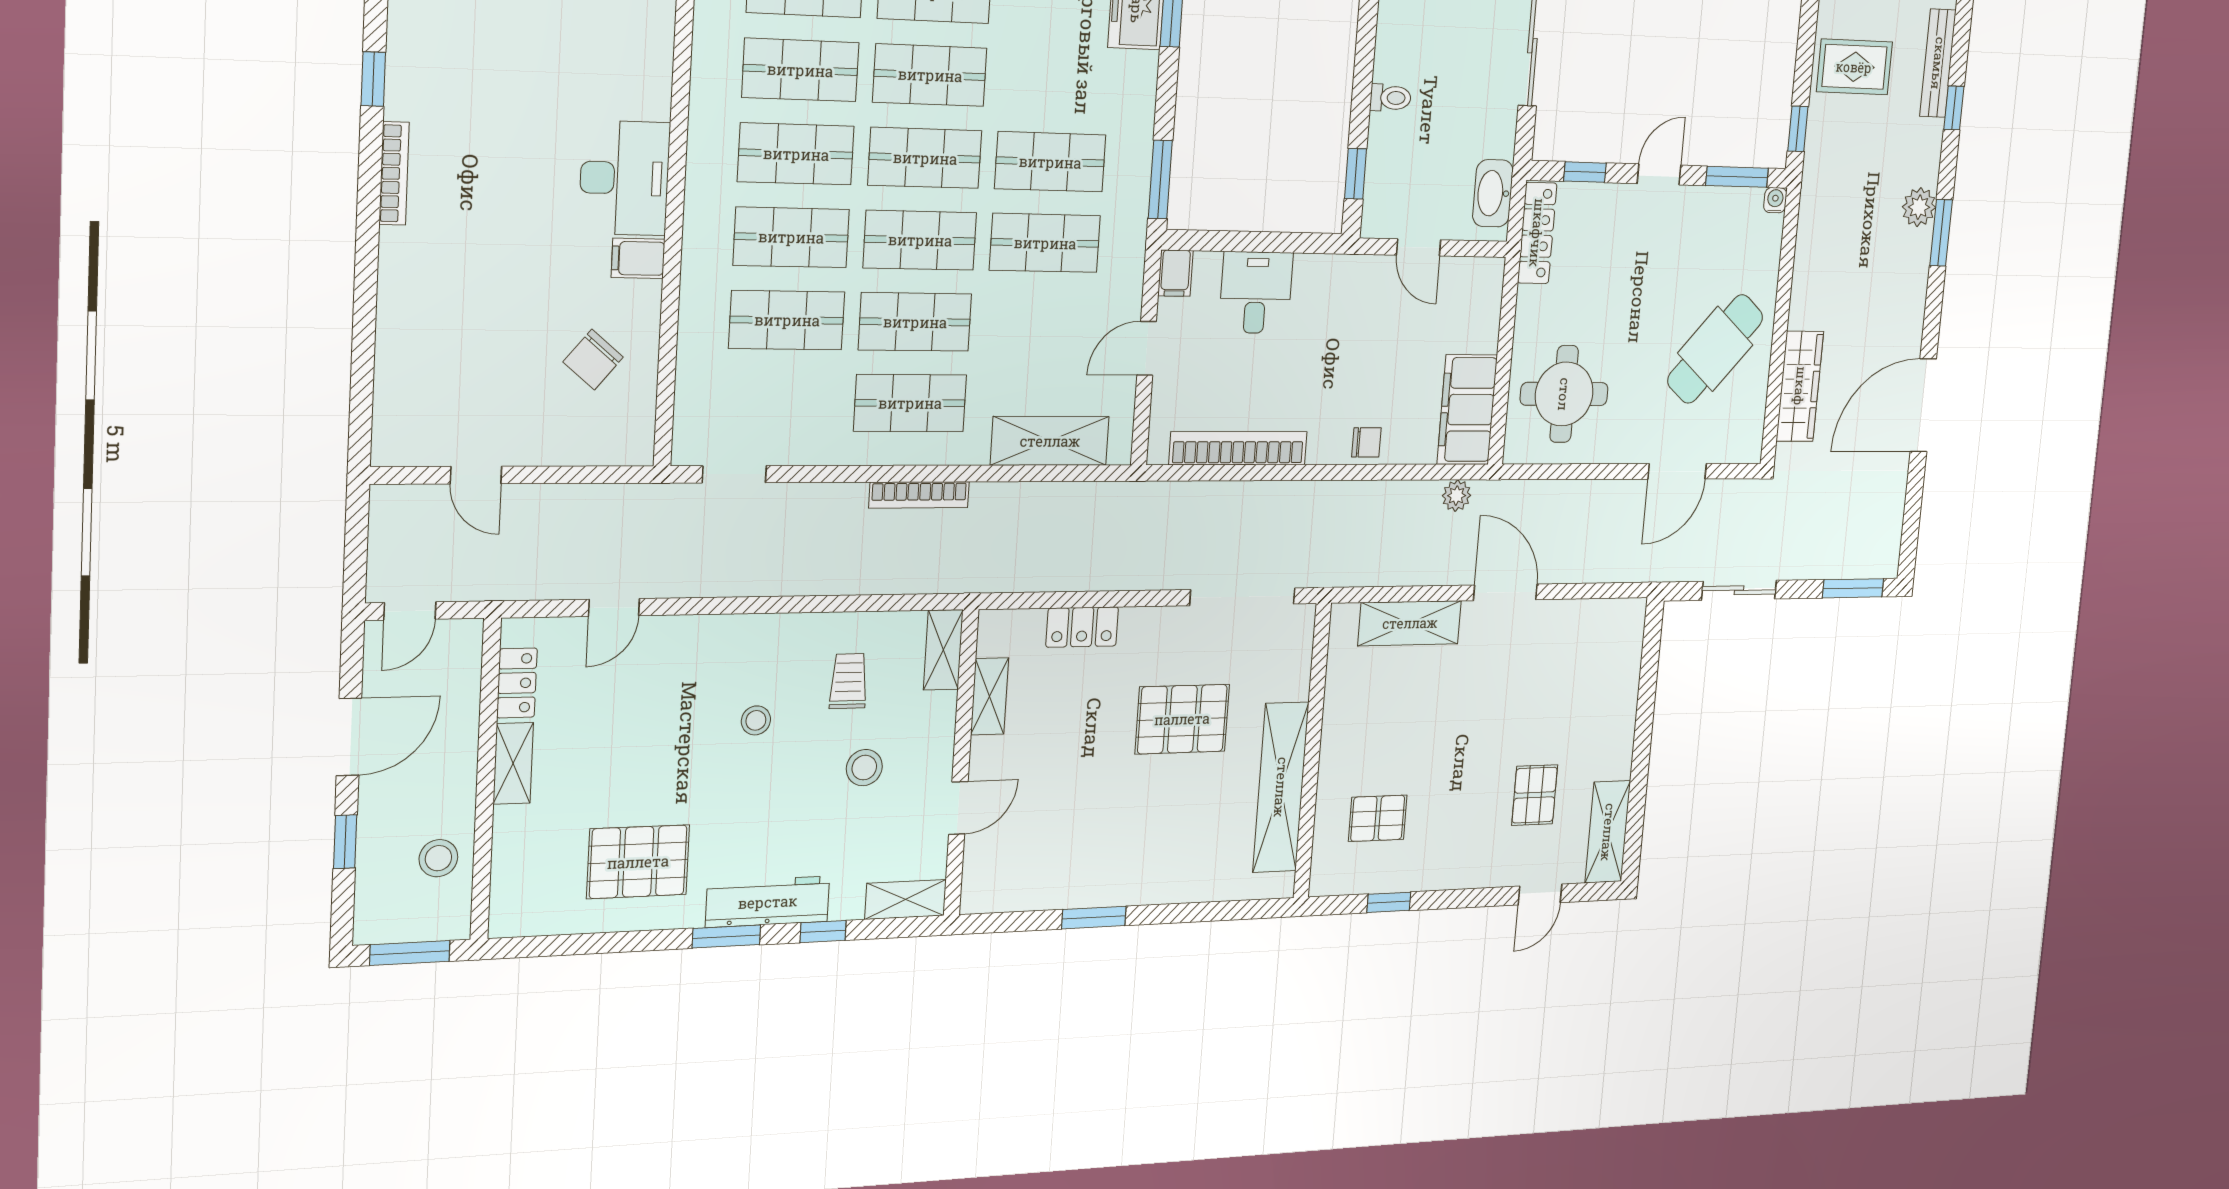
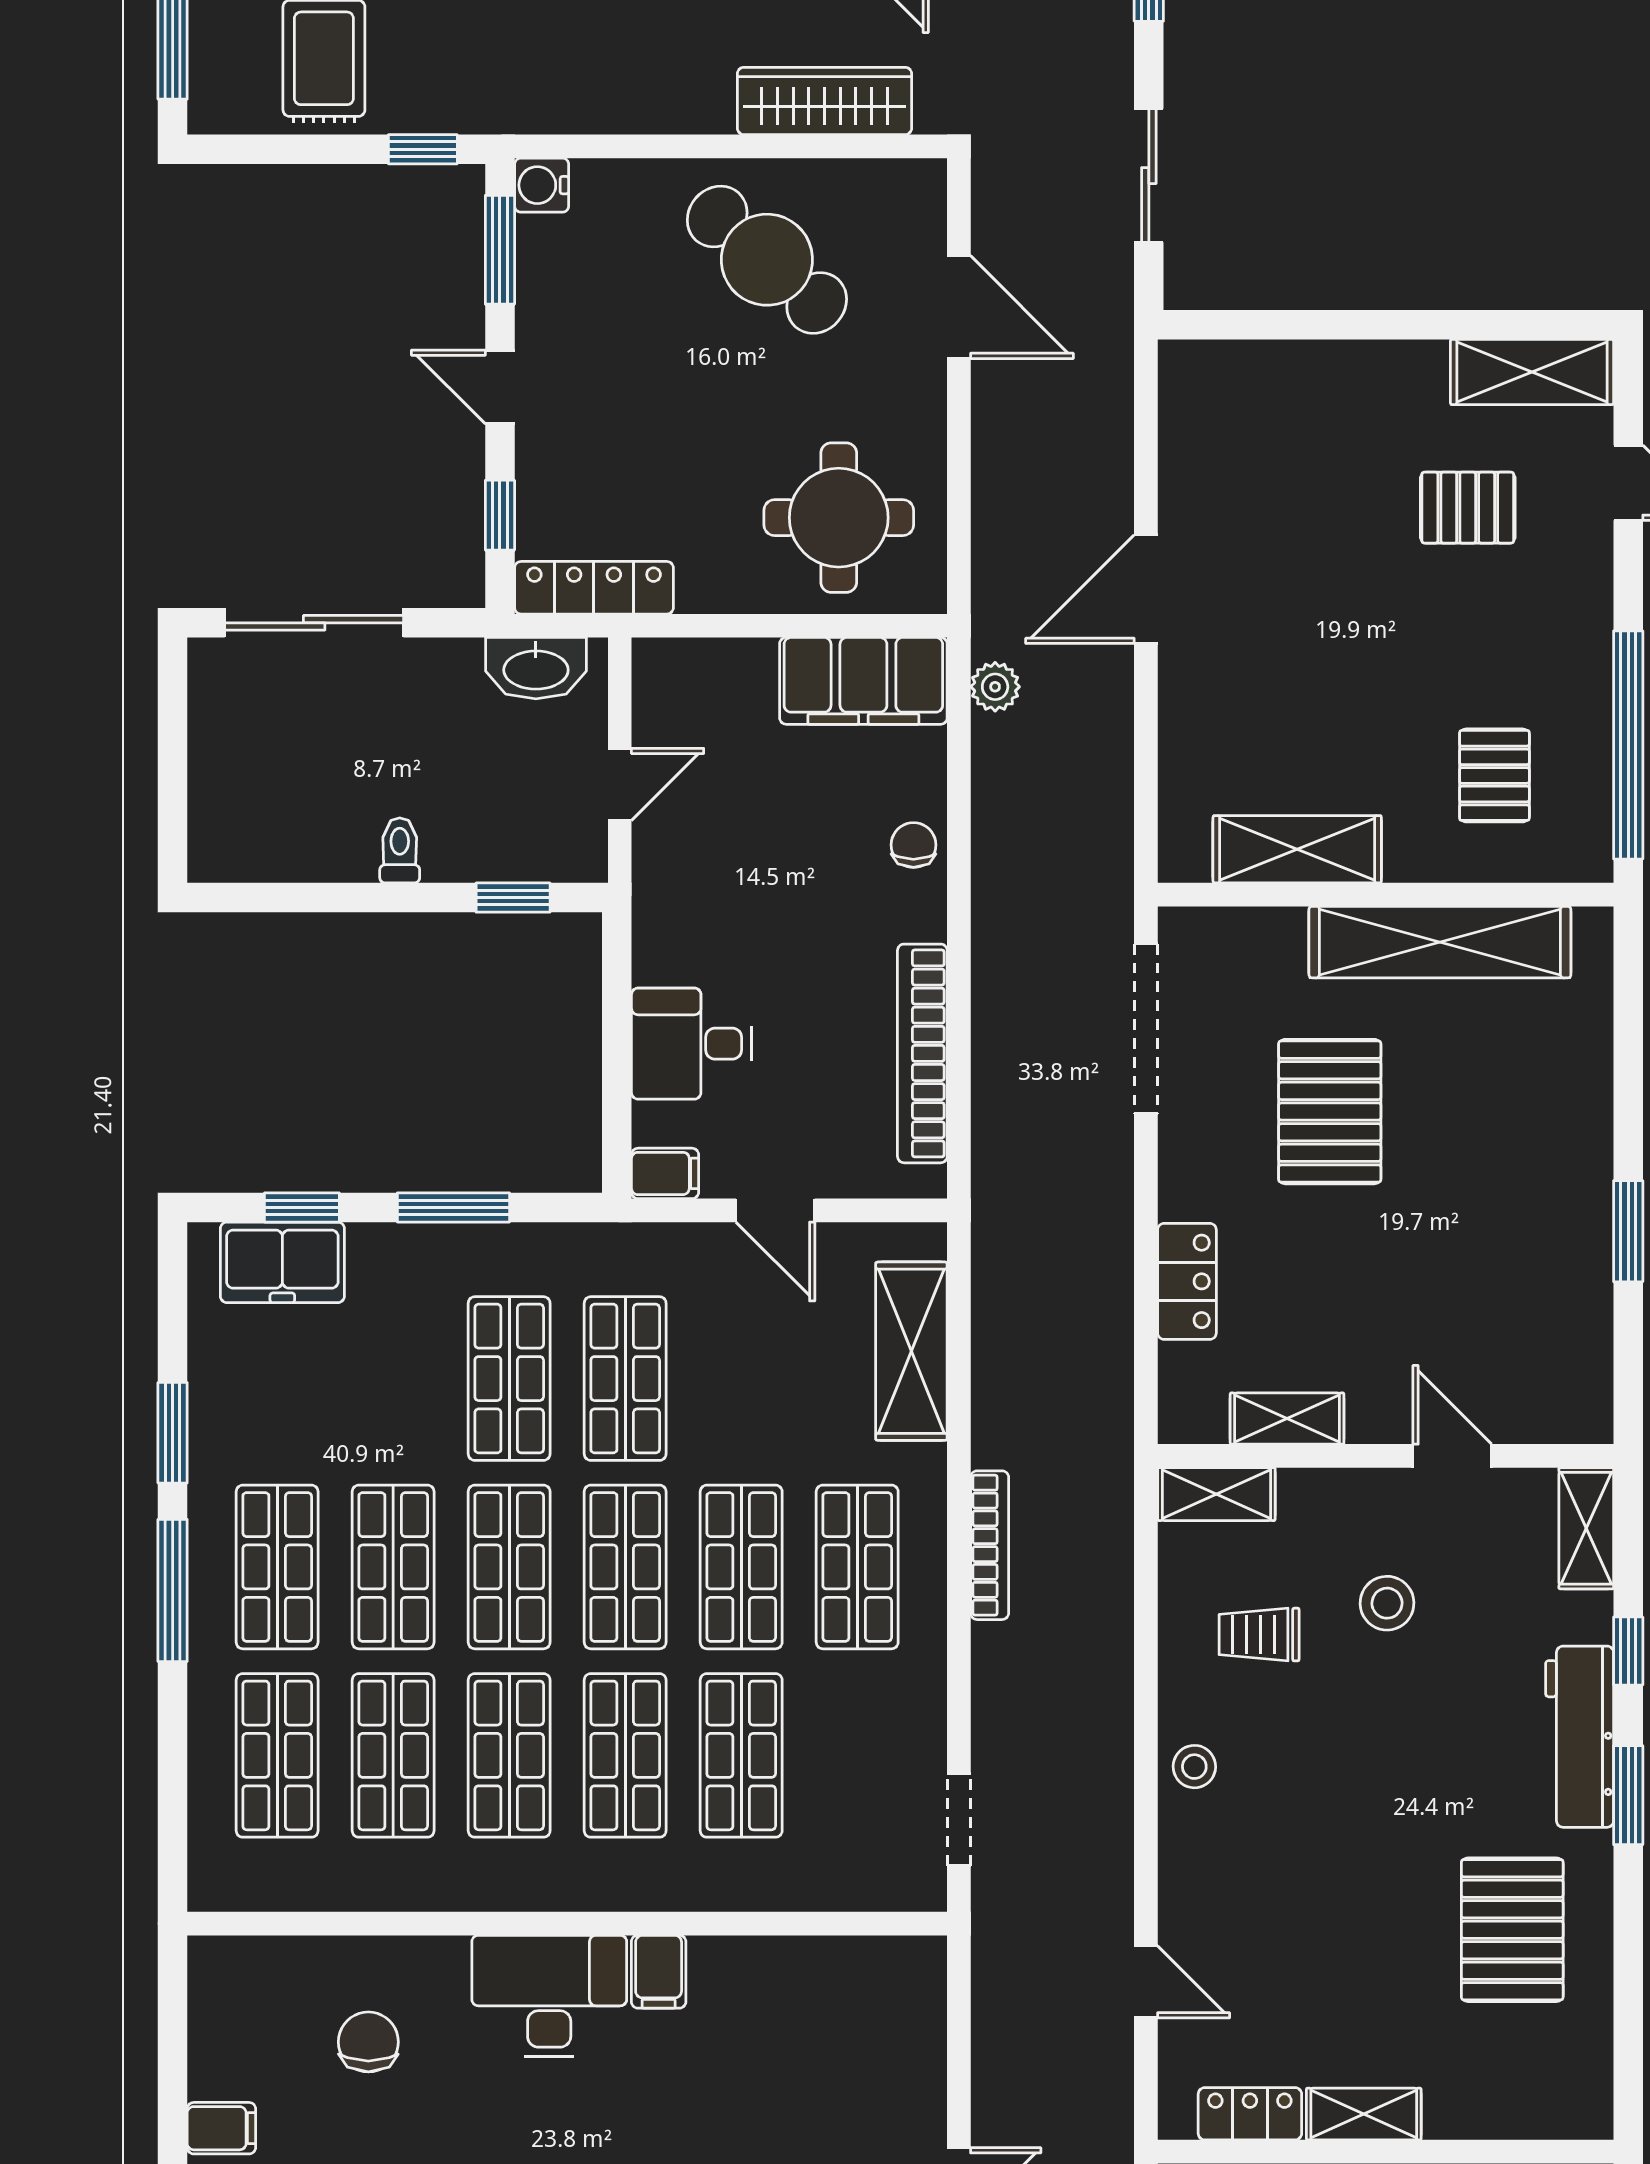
window: (1160, 179) -> (453, 1207), moved
water cooler: (1775, 200) -> (542, 185), width x1.38, depth x1.38
chair: (593, 360) -> (368, 2042), moved, turned -130
shelving: (1410, 623) -> (1297, 849), moved, turned 90
stool: (756, 720) -> (1194, 1767), moved
window: (1389, 902) -> (1628, 745), width x3.17

